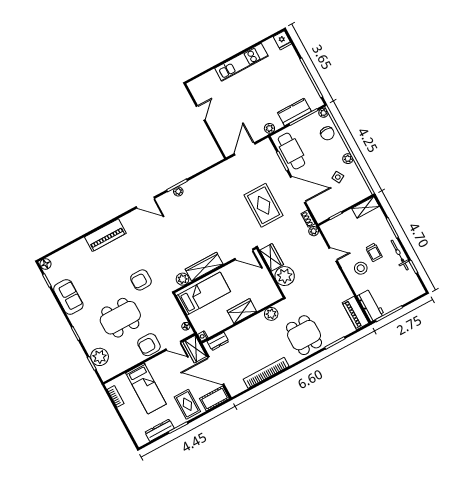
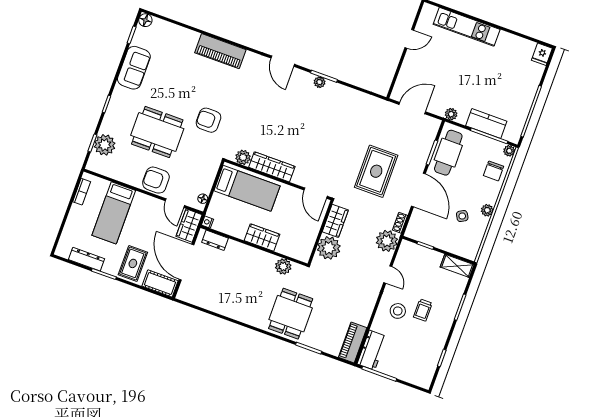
kitchen unit: (241, 62) -> (467, 27), moved
plant: (314, 231) -> (387, 241), width x1.88, depth x1.88
bicycle: (400, 255) -> (441, 336), removed
bookcase: (266, 373) -> (225, 310), removed

